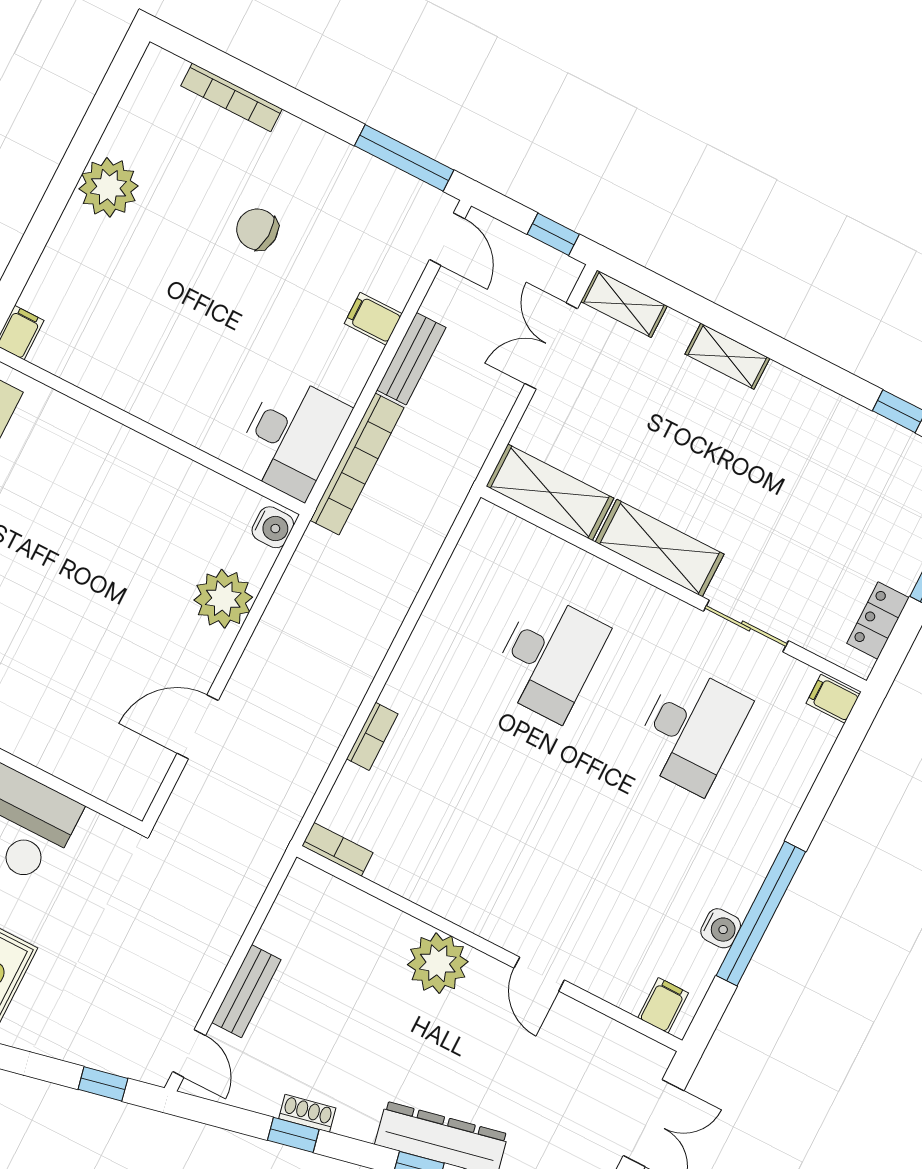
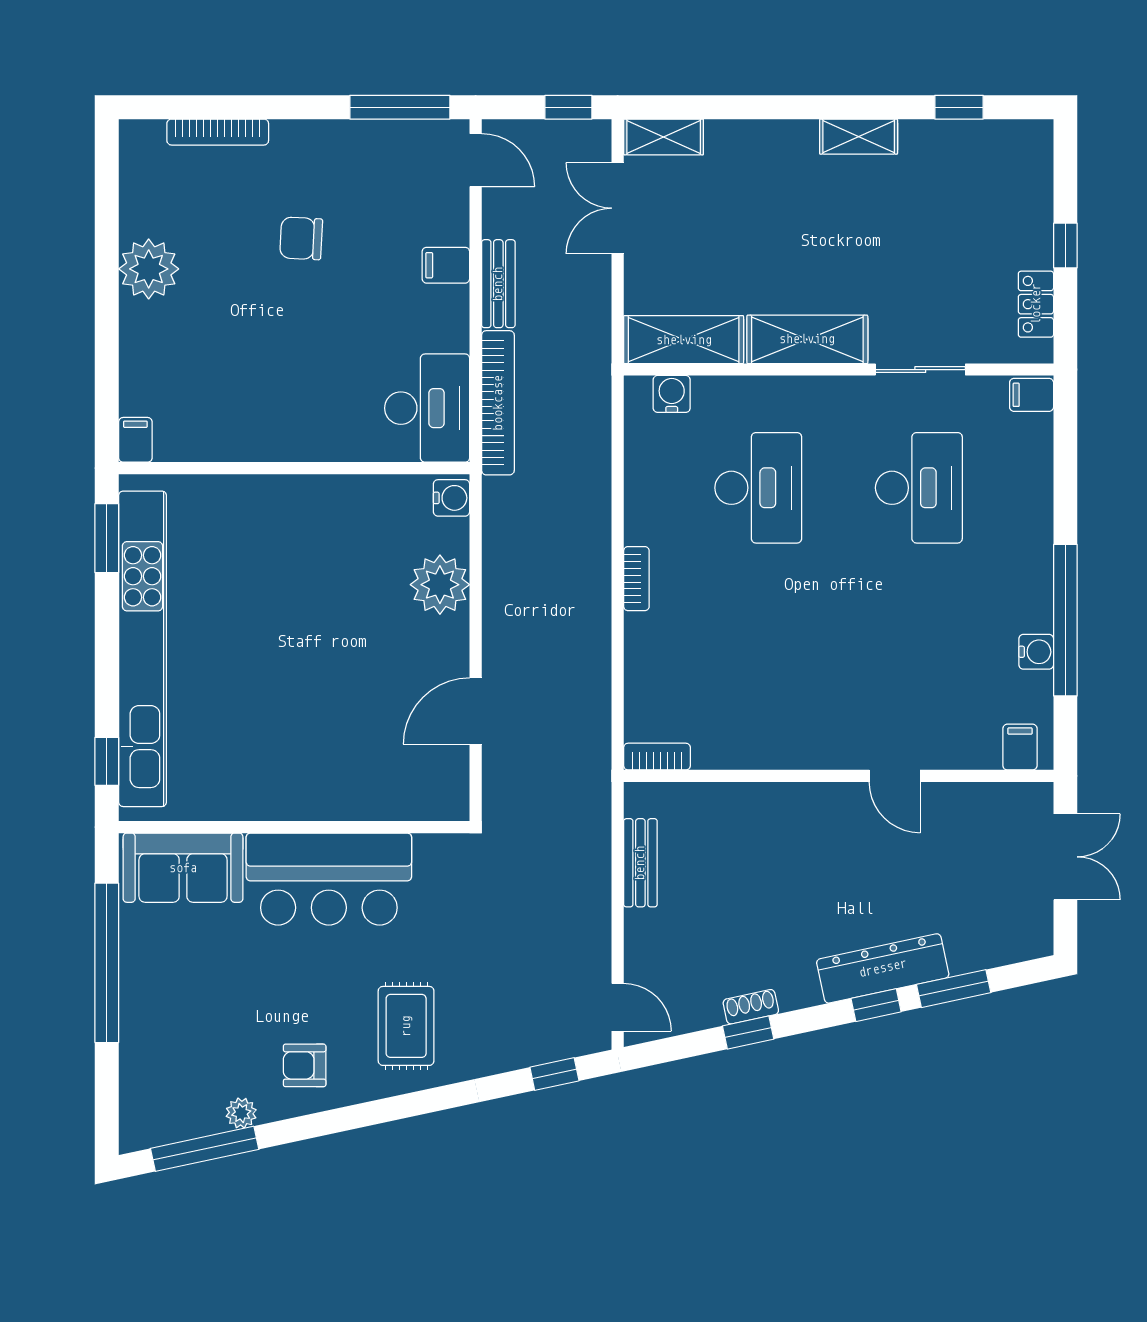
shelving: (727, 356) -> (859, 137), moved
water cooler: (515, 535) -> (672, 394), added
bookcase: (372, 736) -> (636, 579), moved
plant: (438, 963) -> (799, 813), removed
bench: (246, 991) -> (640, 863), moved

